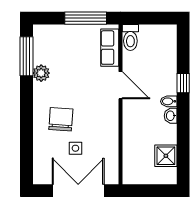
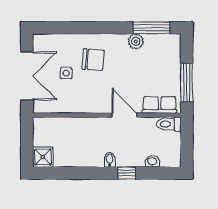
door: (121, 85) -> (124, 115), swing flipped
washbasin: (171, 116) -> (152, 161), moved
shower: (166, 156) -> (43, 157), moved

